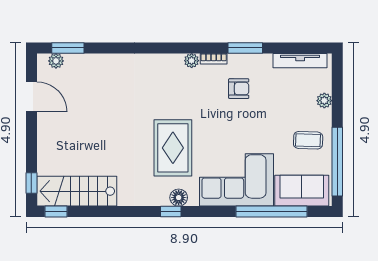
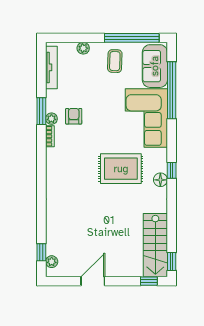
window: (68, 48) -> (41, 252), width x0.67
plant: (192, 61) -> (51, 119), moved
door: (31, 97) -> (93, 281), moved
floor lamp: (179, 198) -> (160, 180), moved

